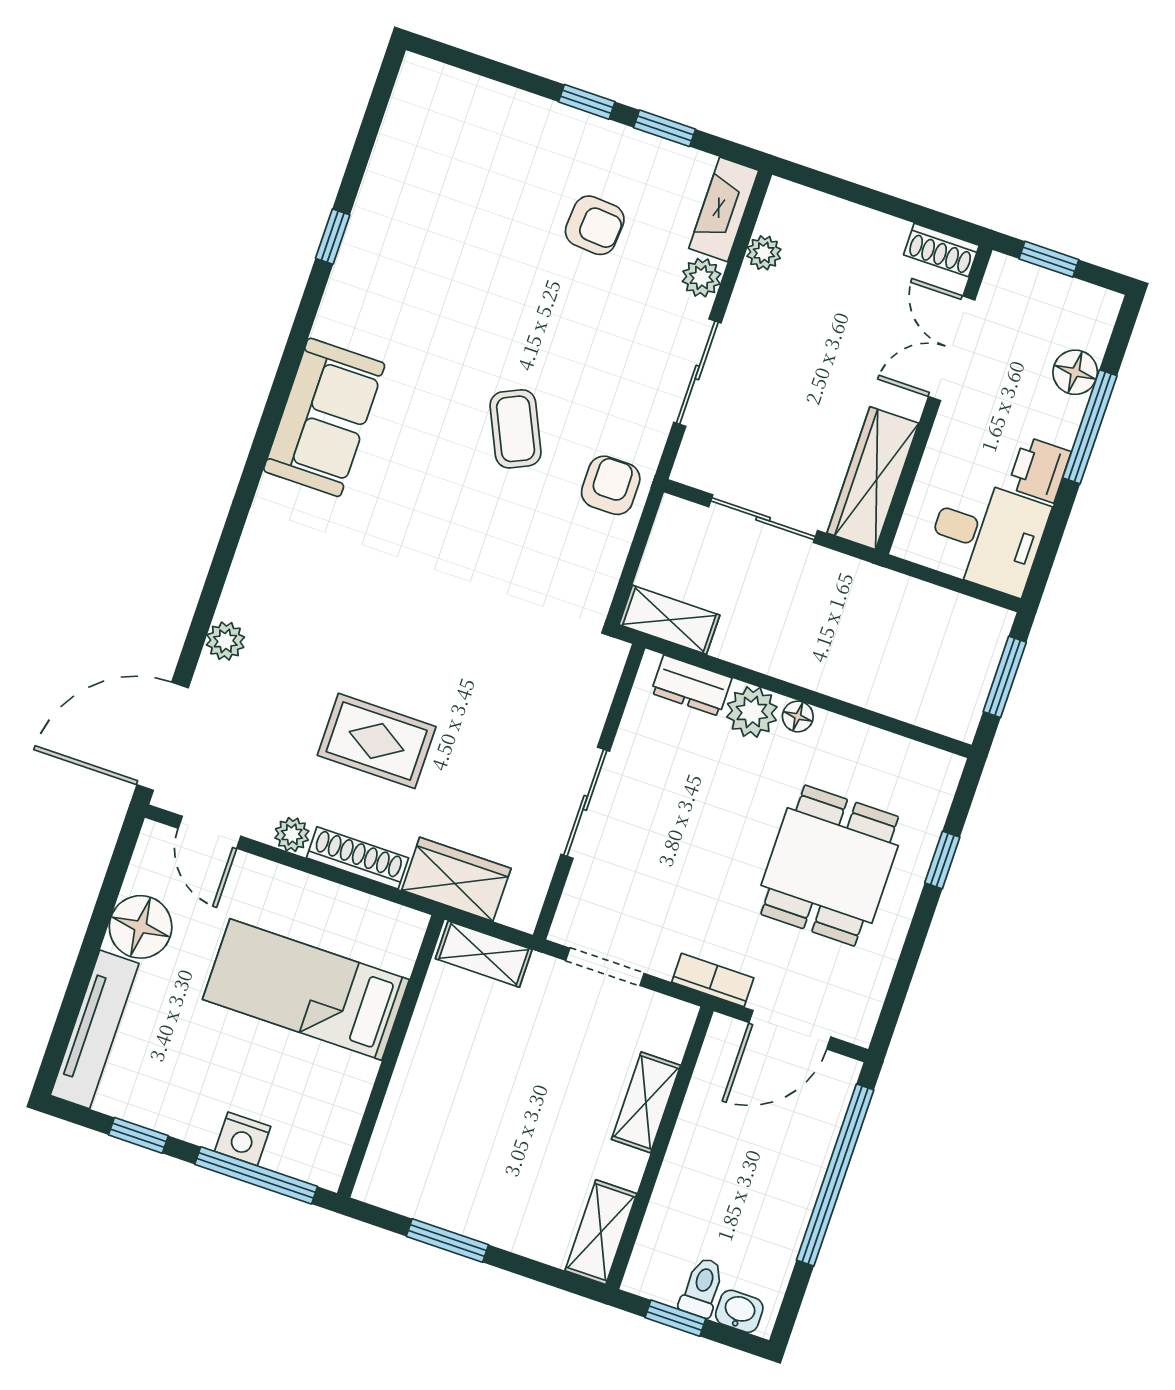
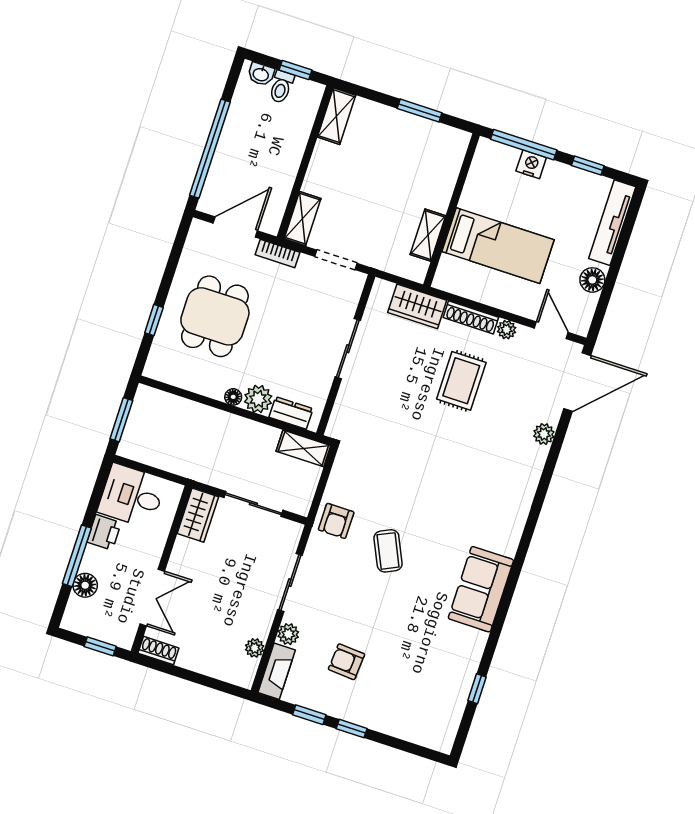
window: (333, 237) -> (477, 689), moved
sofa: (324, 417) -> (481, 589), moved
wardrobe: (873, 478) -> (198, 515), width x0.67
rug: (377, 741) -> (461, 381), turned 90
floor lamp: (141, 927) -> (592, 280), width x0.73, depth x0.73
shelving: (484, 954) -> (428, 235), moved, turned 90
shelving: (646, 1102) -> (303, 219), moved

